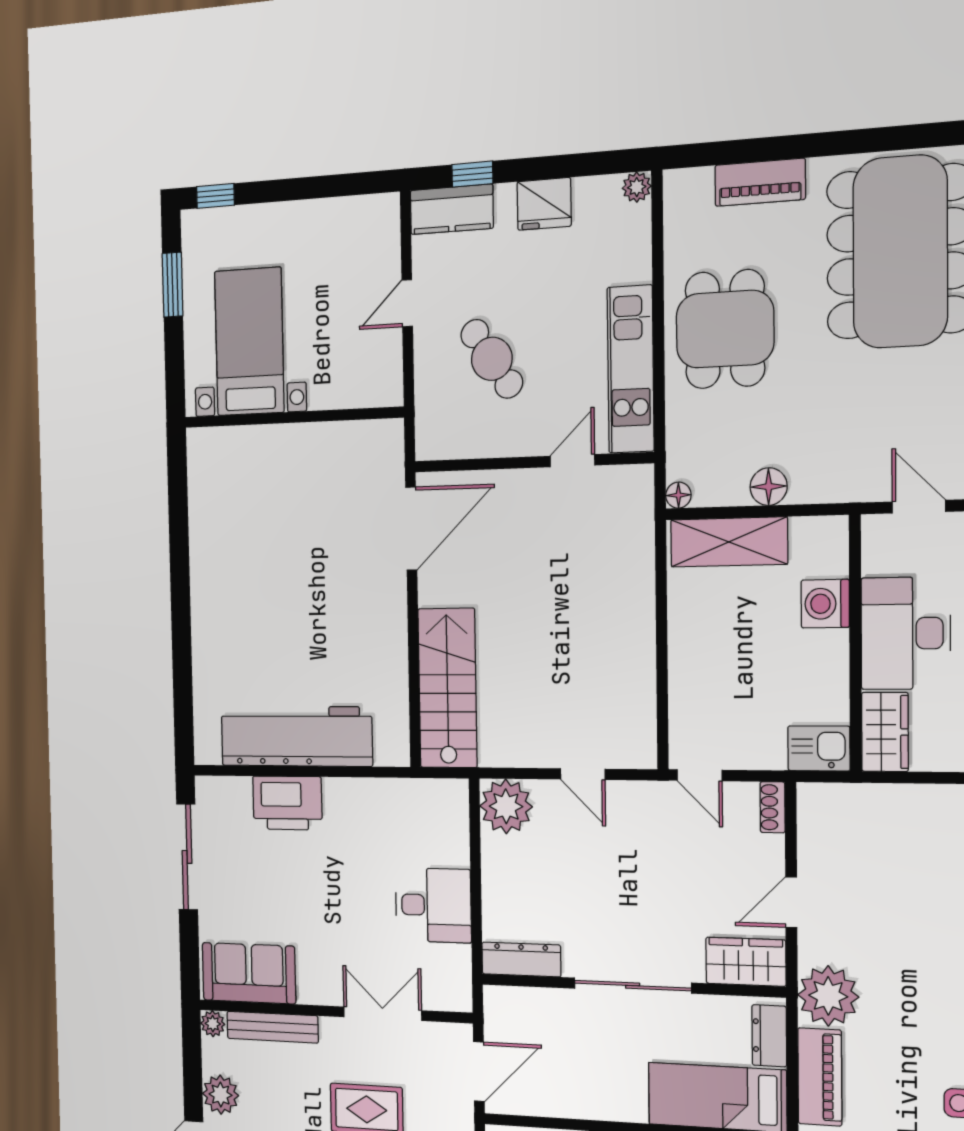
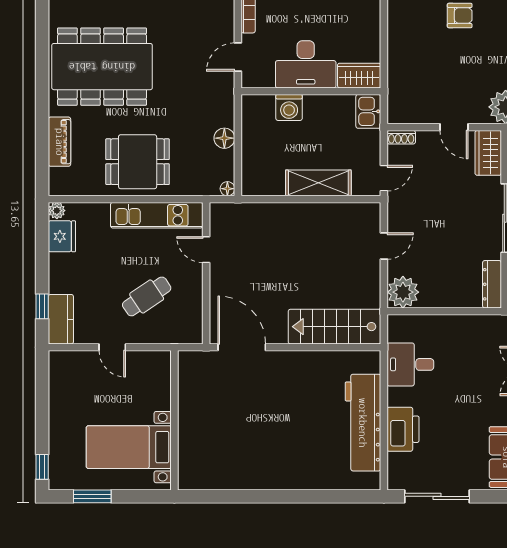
fridge: (544, 204) -> (62, 236), moved
shelving: (729, 542) -> (318, 183), moved, turned 90
desk: (433, 905) -> (410, 364), moved, turned -90

